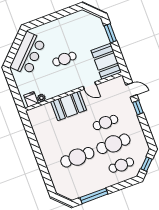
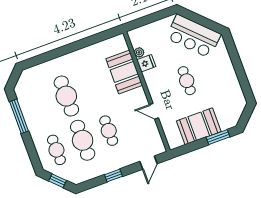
booth: (106, 61) -> (199, 126), moved
door: (90, 86) -> (154, 111), hinge flipped
fridge: (31, 99) -> (146, 63), moved
booth: (69, 106) -> (124, 72), moved
window: (138, 108) -> (113, 175), moved

